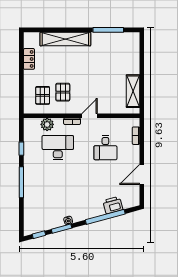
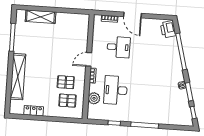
shelving: (133, 91) -> (41, 17), moved
door: (90, 116) -> (89, 59), hinge flipped
door: (142, 174) -> (132, 15), moved
printer: (113, 205) -> (168, 29), moved

